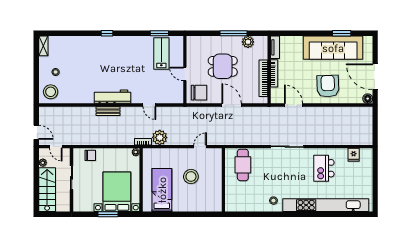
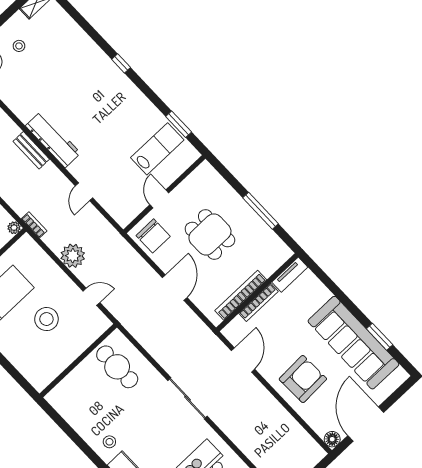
plant: (248, 42) -> (266, 237), removed
plant: (160, 137) -> (73, 256), moved
cafe table: (243, 165) -> (117, 367), turned 90

